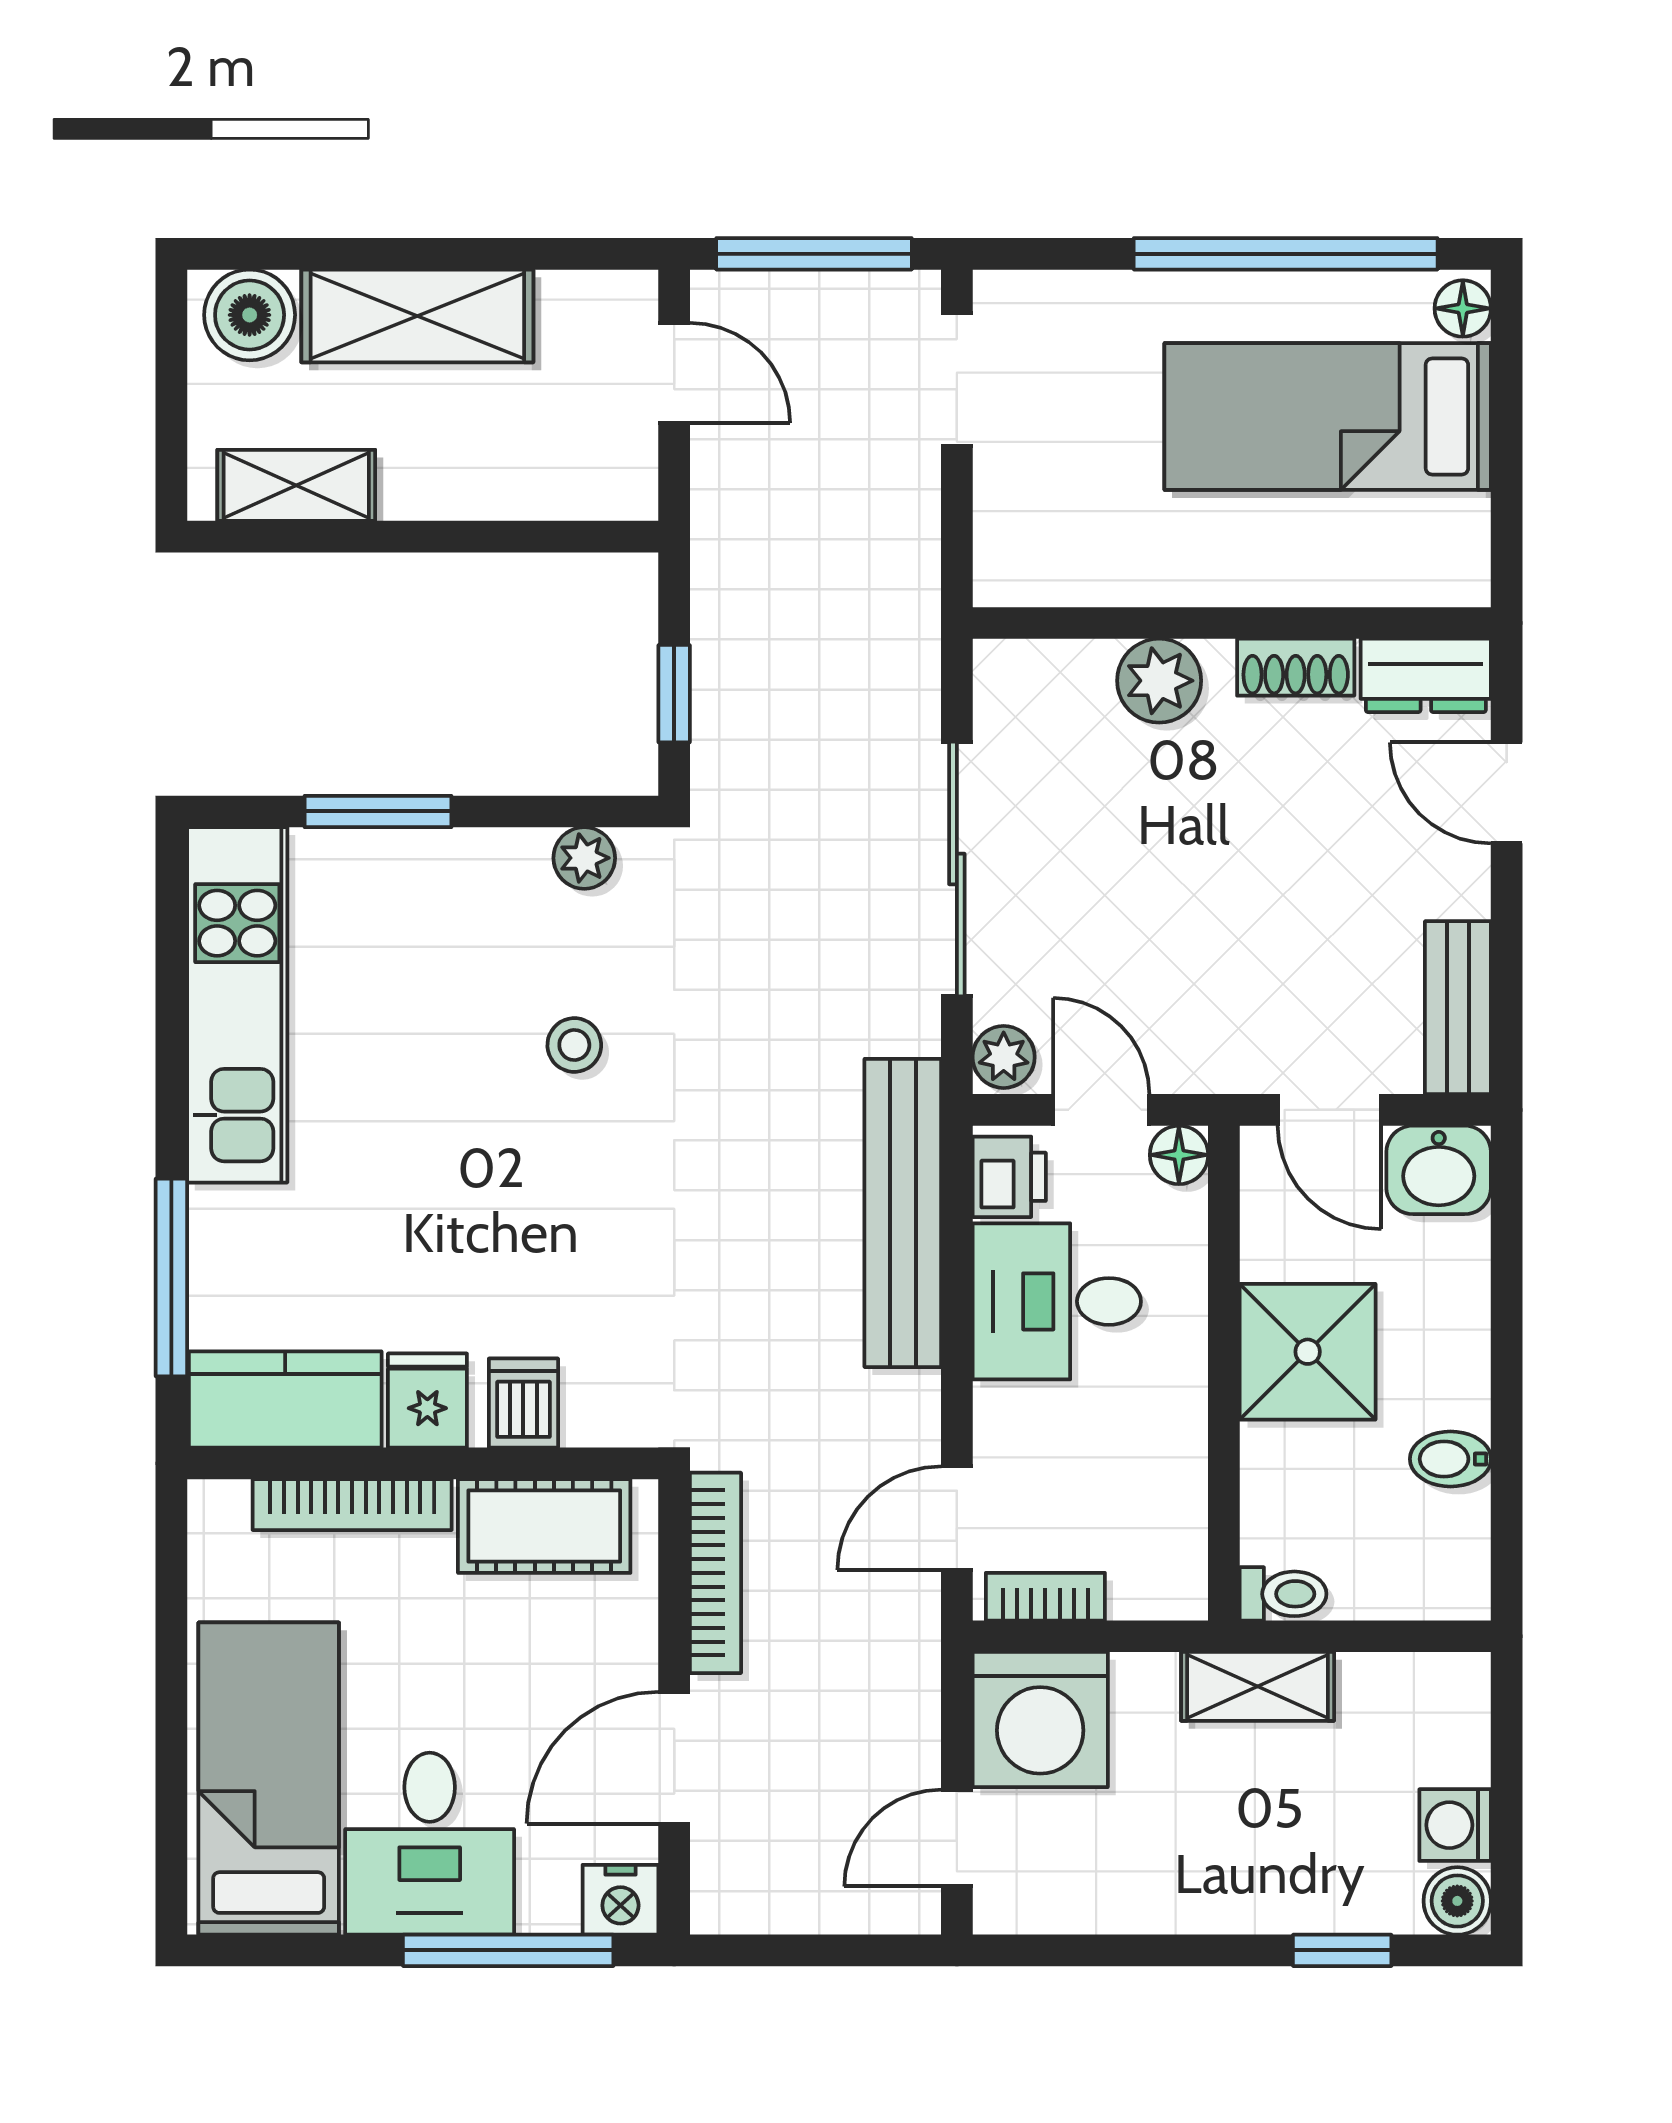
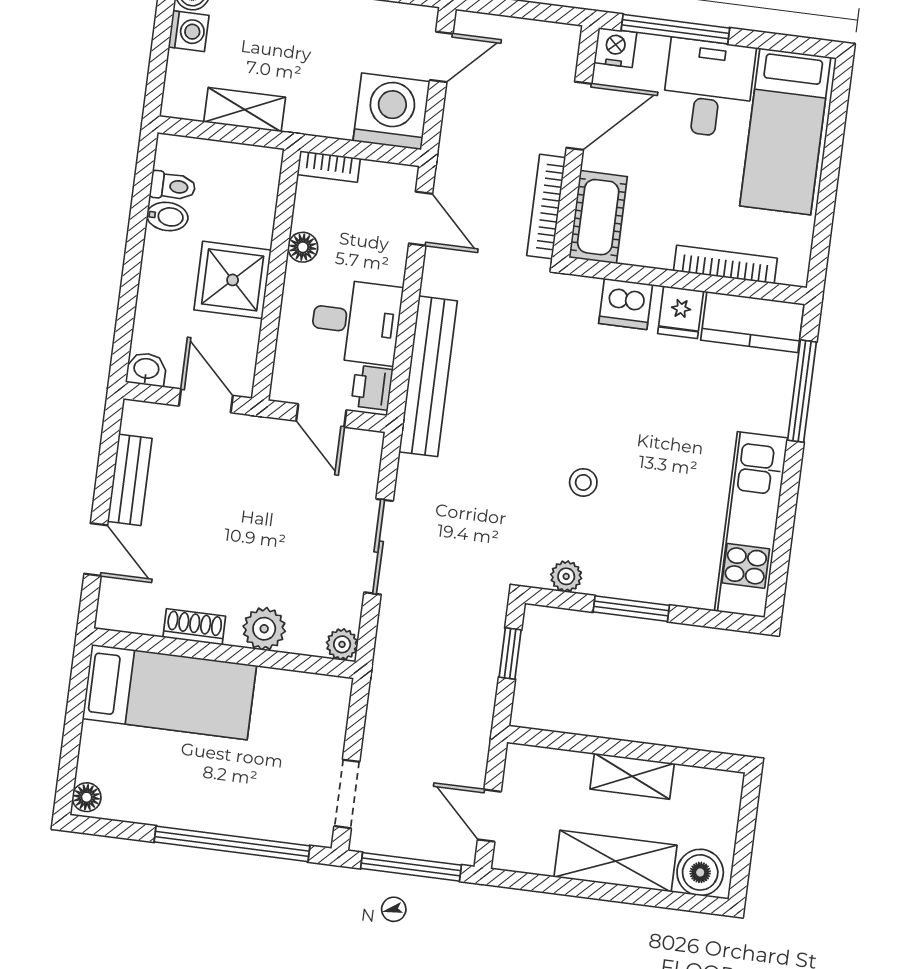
window: (1286, 254) -> (232, 844), moved
bed: (1328, 416) -> (169, 692), moved
shelving: (296, 485) -> (632, 776), moved
dresser: (1426, 675) -> (129, 614), removed
window: (378, 811) -> (631, 609), moved
sliding door: (957, 869) -> (379, 547), width x0.73
bench: (1458, 1008) -> (130, 480), moved
plant: (1004, 1057) -> (342, 644), moved
floor lamp: (1179, 1155) -> (303, 247), moved
washbasin: (1439, 1170) -> (146, 369), width x0.72, depth x0.69
dishwasher: (523, 1403) -> (626, 304), width x1.38
door: (957, 1518) -> (421, 219), hinge flipped
cot: (544, 1526) -> (598, 217), moved, turned 90
toilet: (1283, 1594) -> (173, 186), moved, turned 180
bookcase: (1045, 1597) -> (329, 166), moved
shelving: (1258, 1686) -> (245, 110), moved

